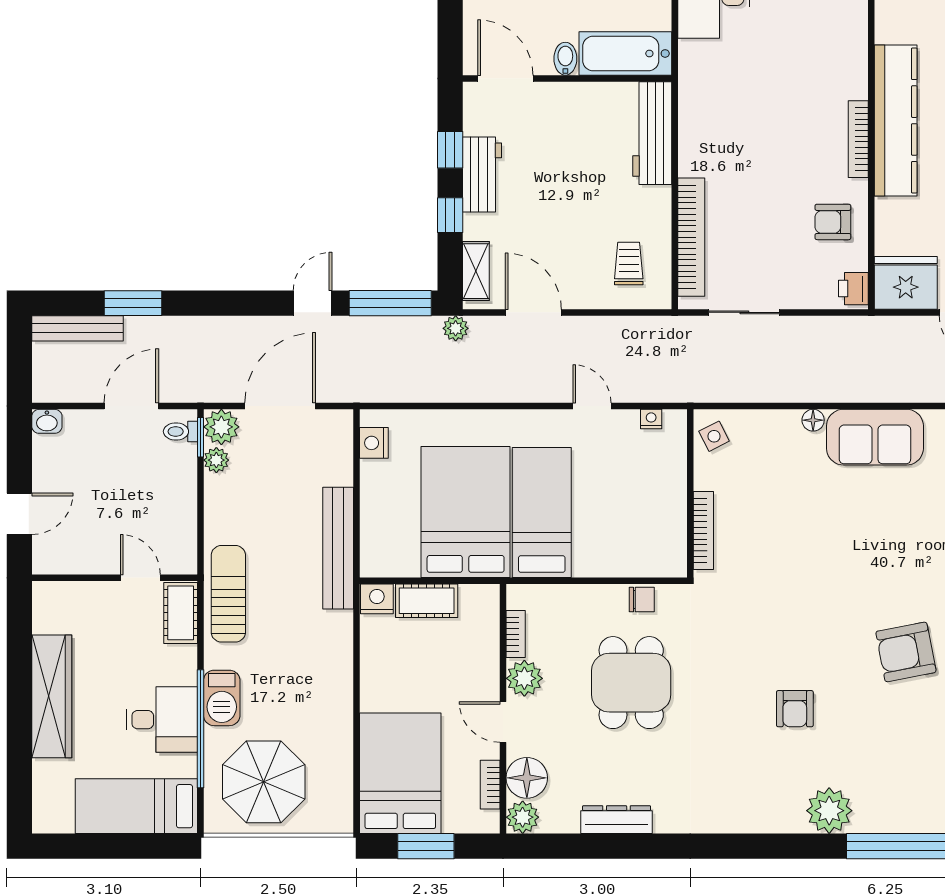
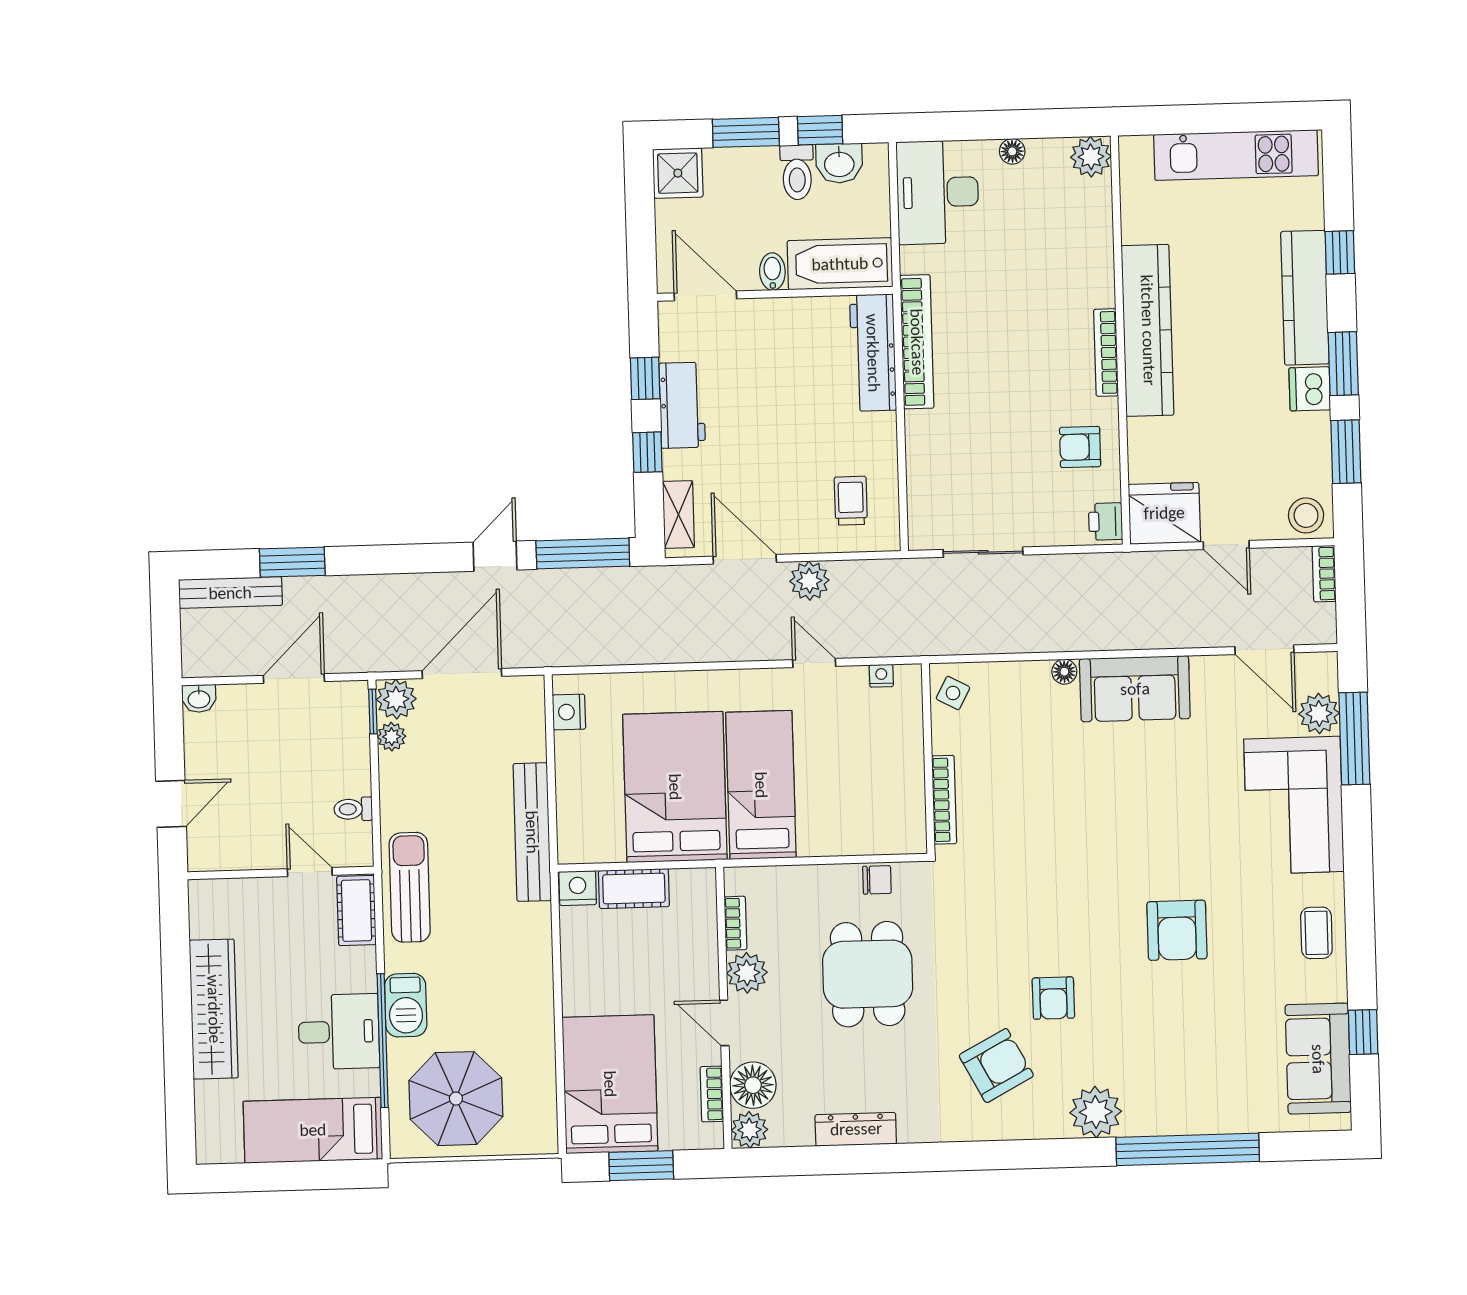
bookcase: (691, 237) -> (917, 342), moved
plant: (456, 328) -> (809, 581), moved, width x1.38, depth x1.38
toilet: (180, 431) -> (353, 809), moved
side table: (714, 436) -> (953, 693), turned -35
armchair: (906, 652) -> (1177, 930), turned -79
armchair: (743, 767) -> (996, 1066), added

